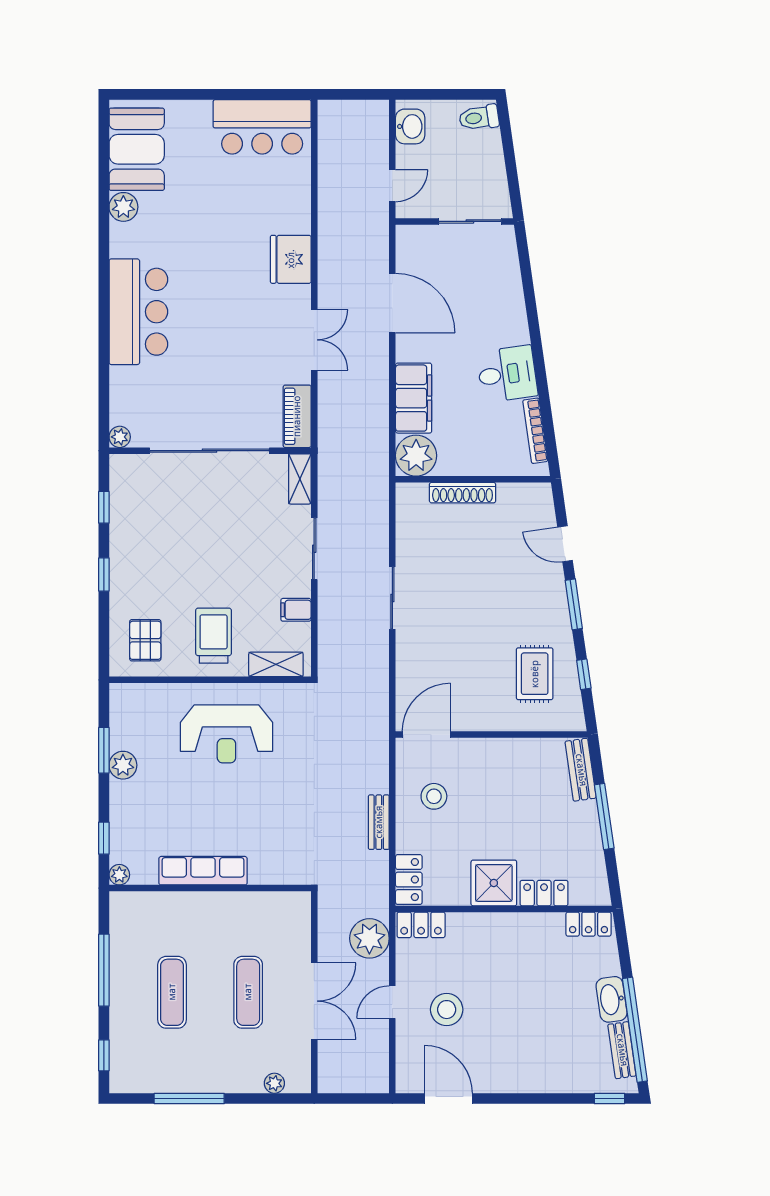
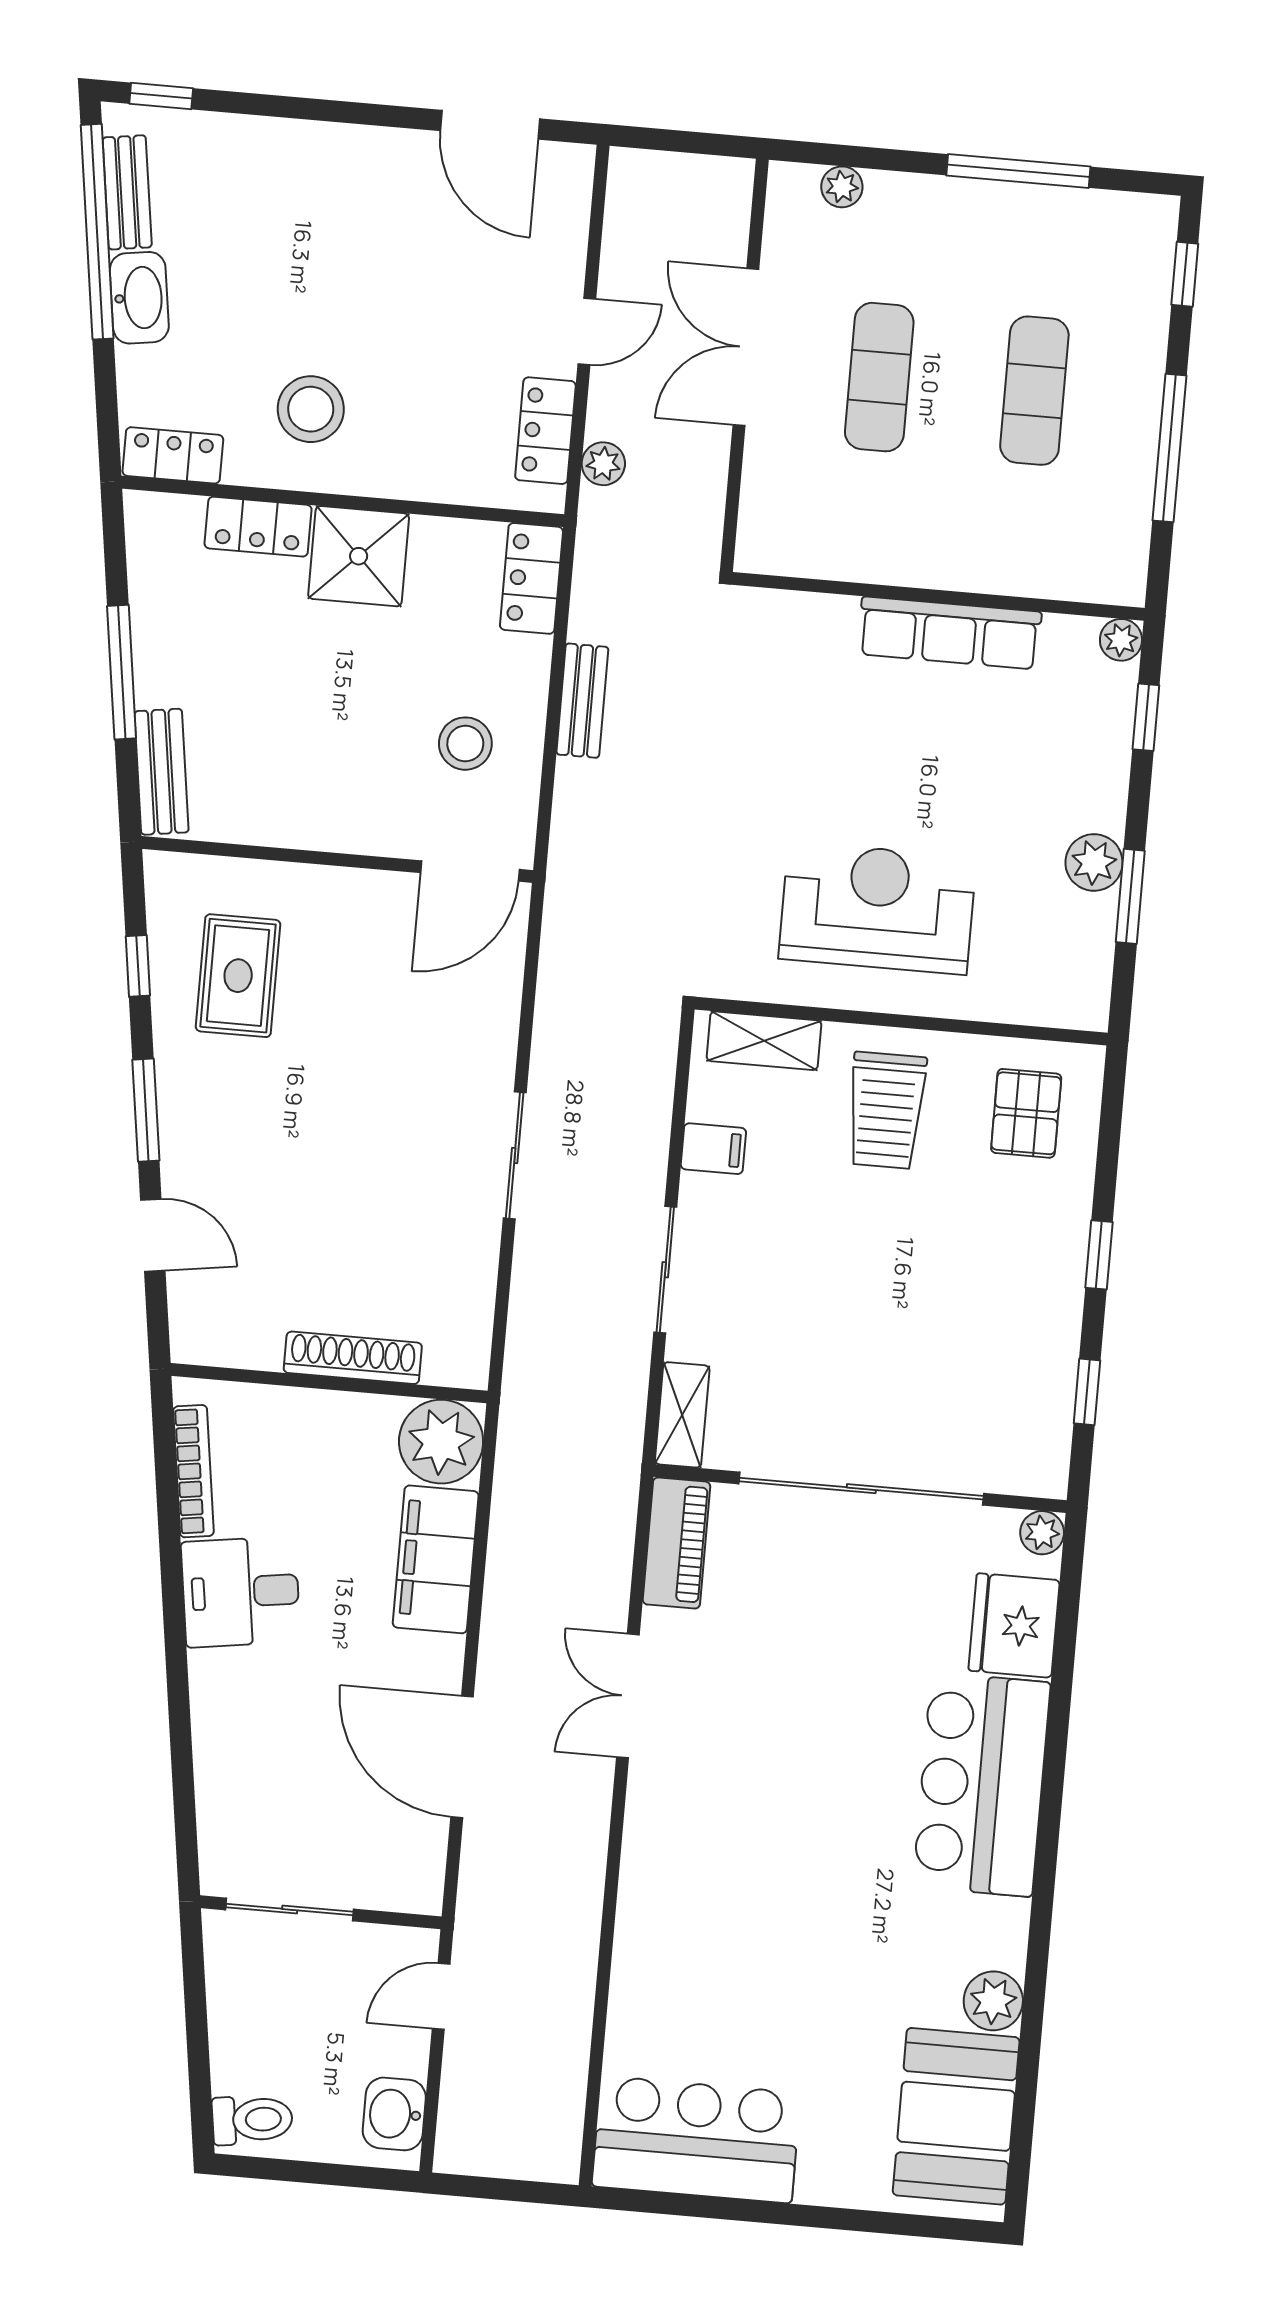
fridge: (291, 259) -> (1014, 1625), moved, turned 180
locker: (421, 925) -> (545, 431), moved, turned -90
plant: (369, 938) -> (603, 464), width x0.53, depth x0.53
stool: (447, 1010) -> (311, 409), moved

